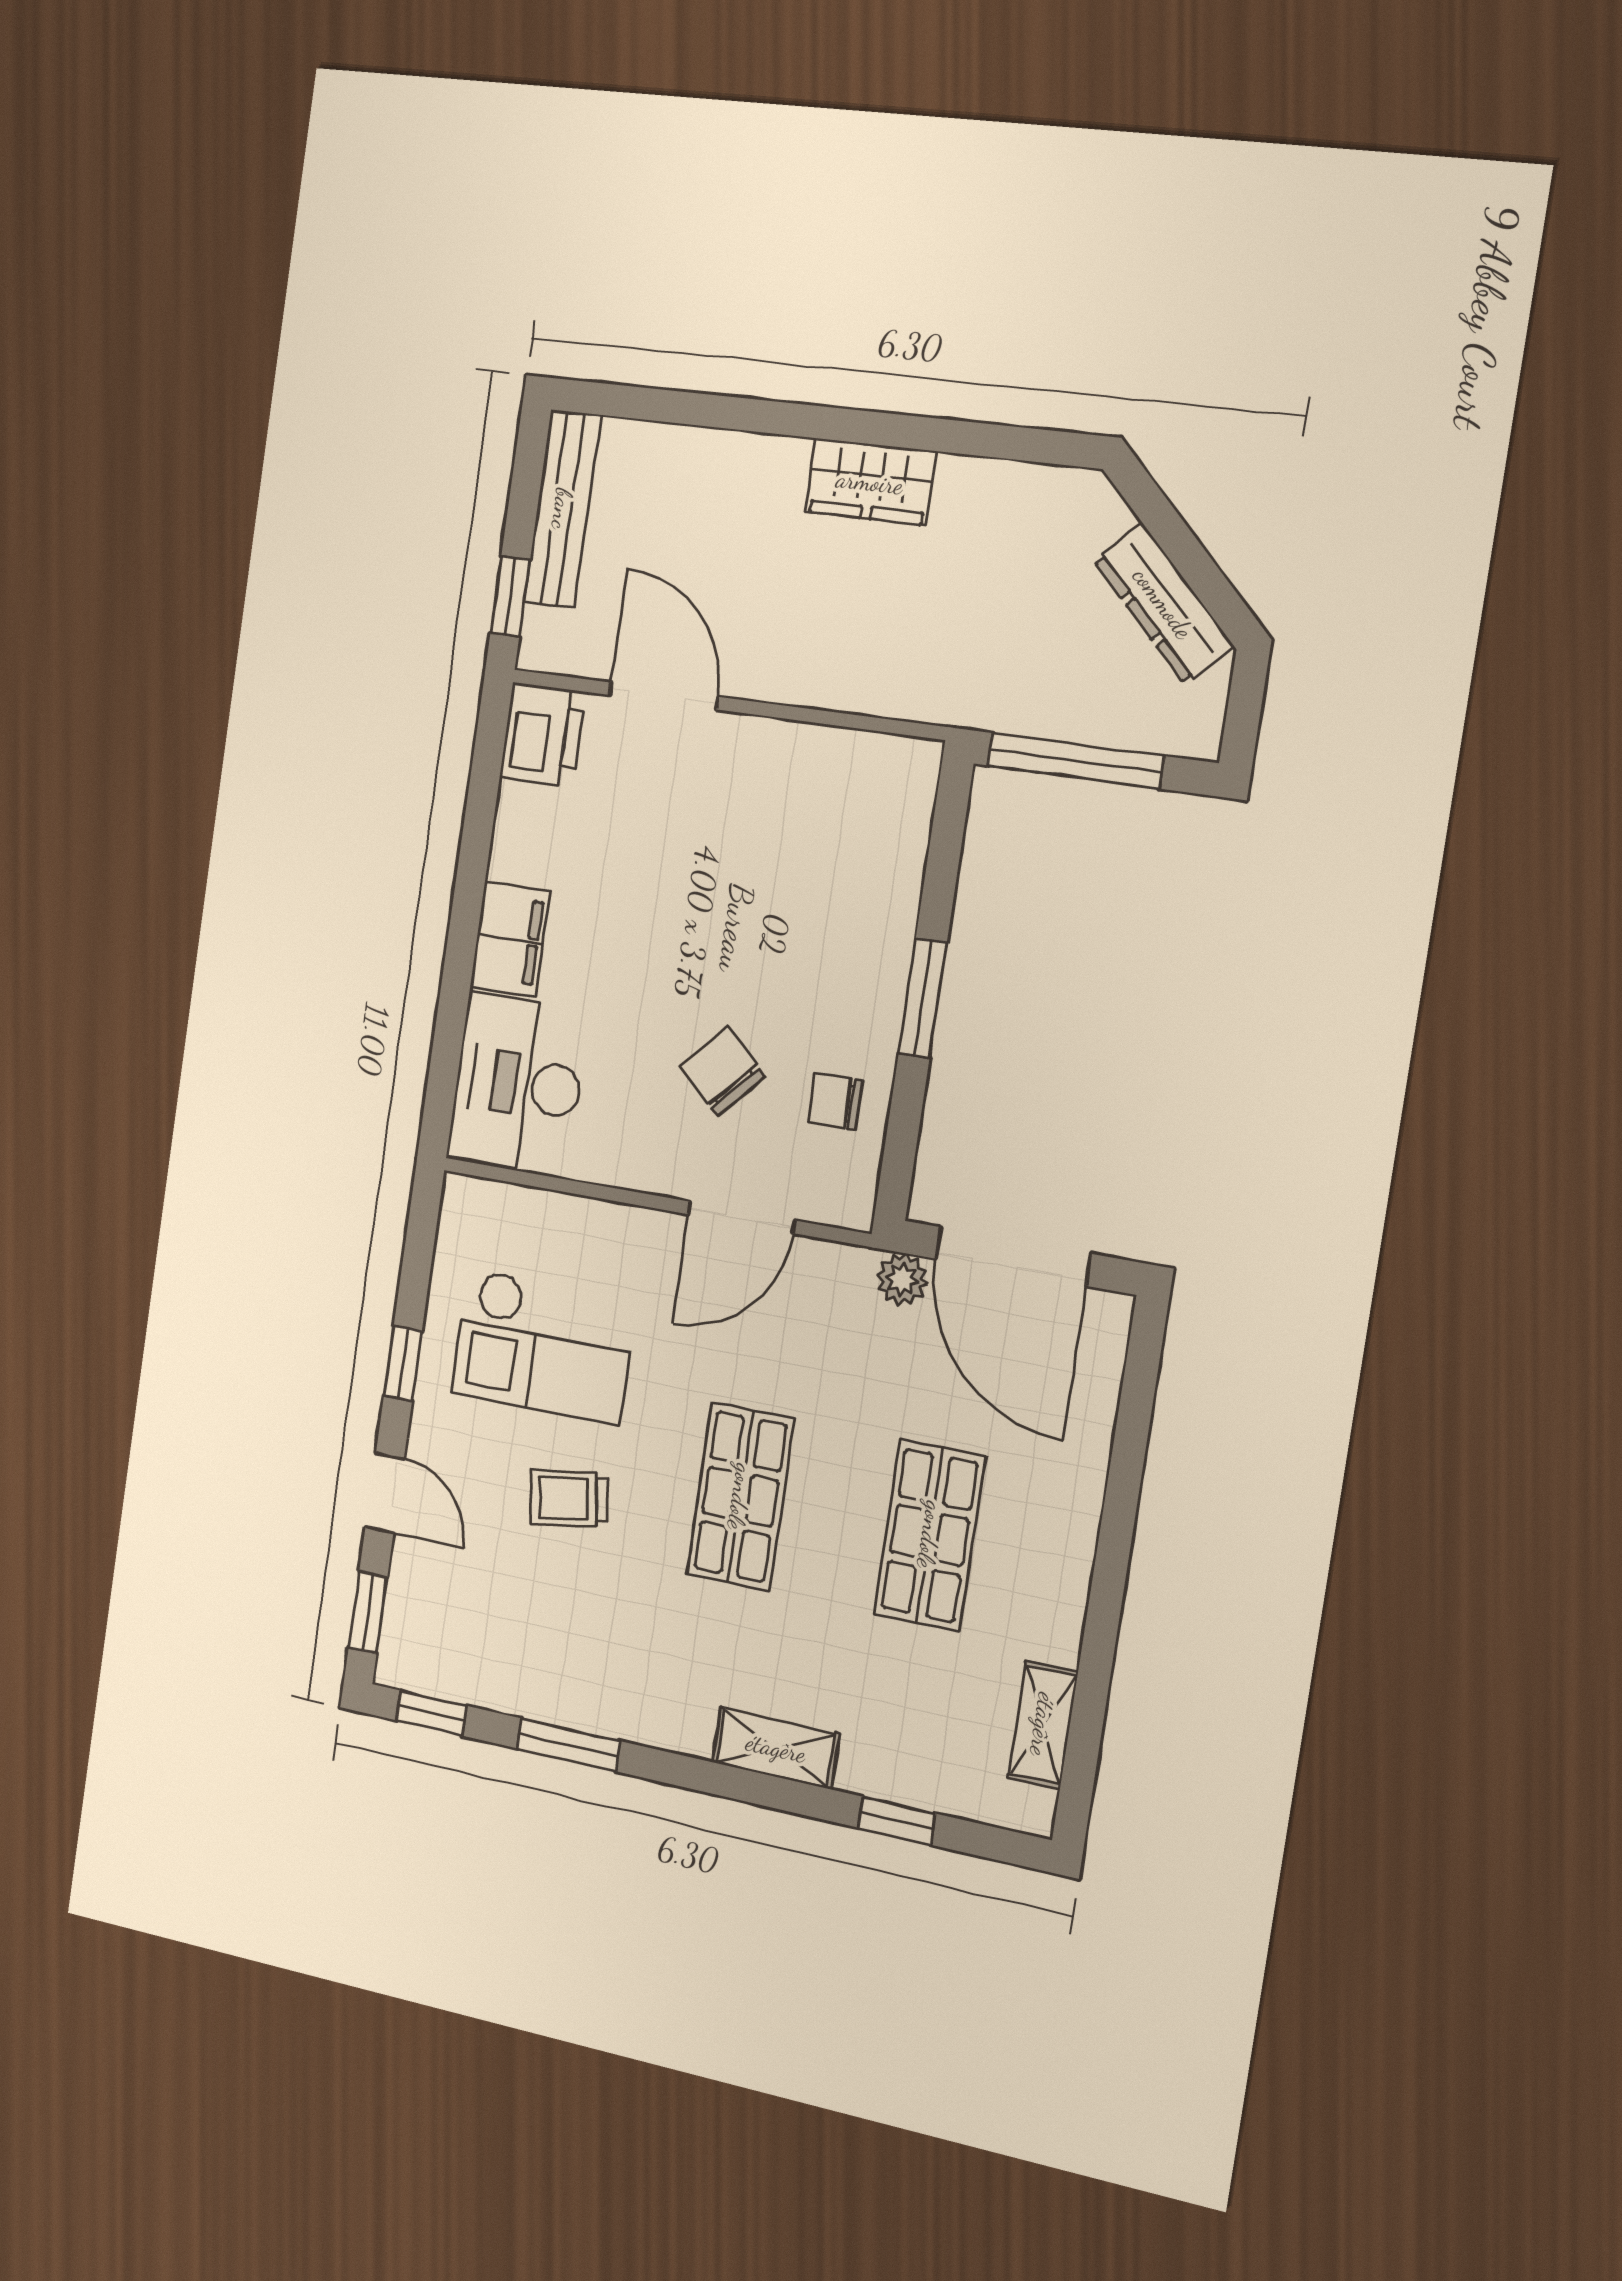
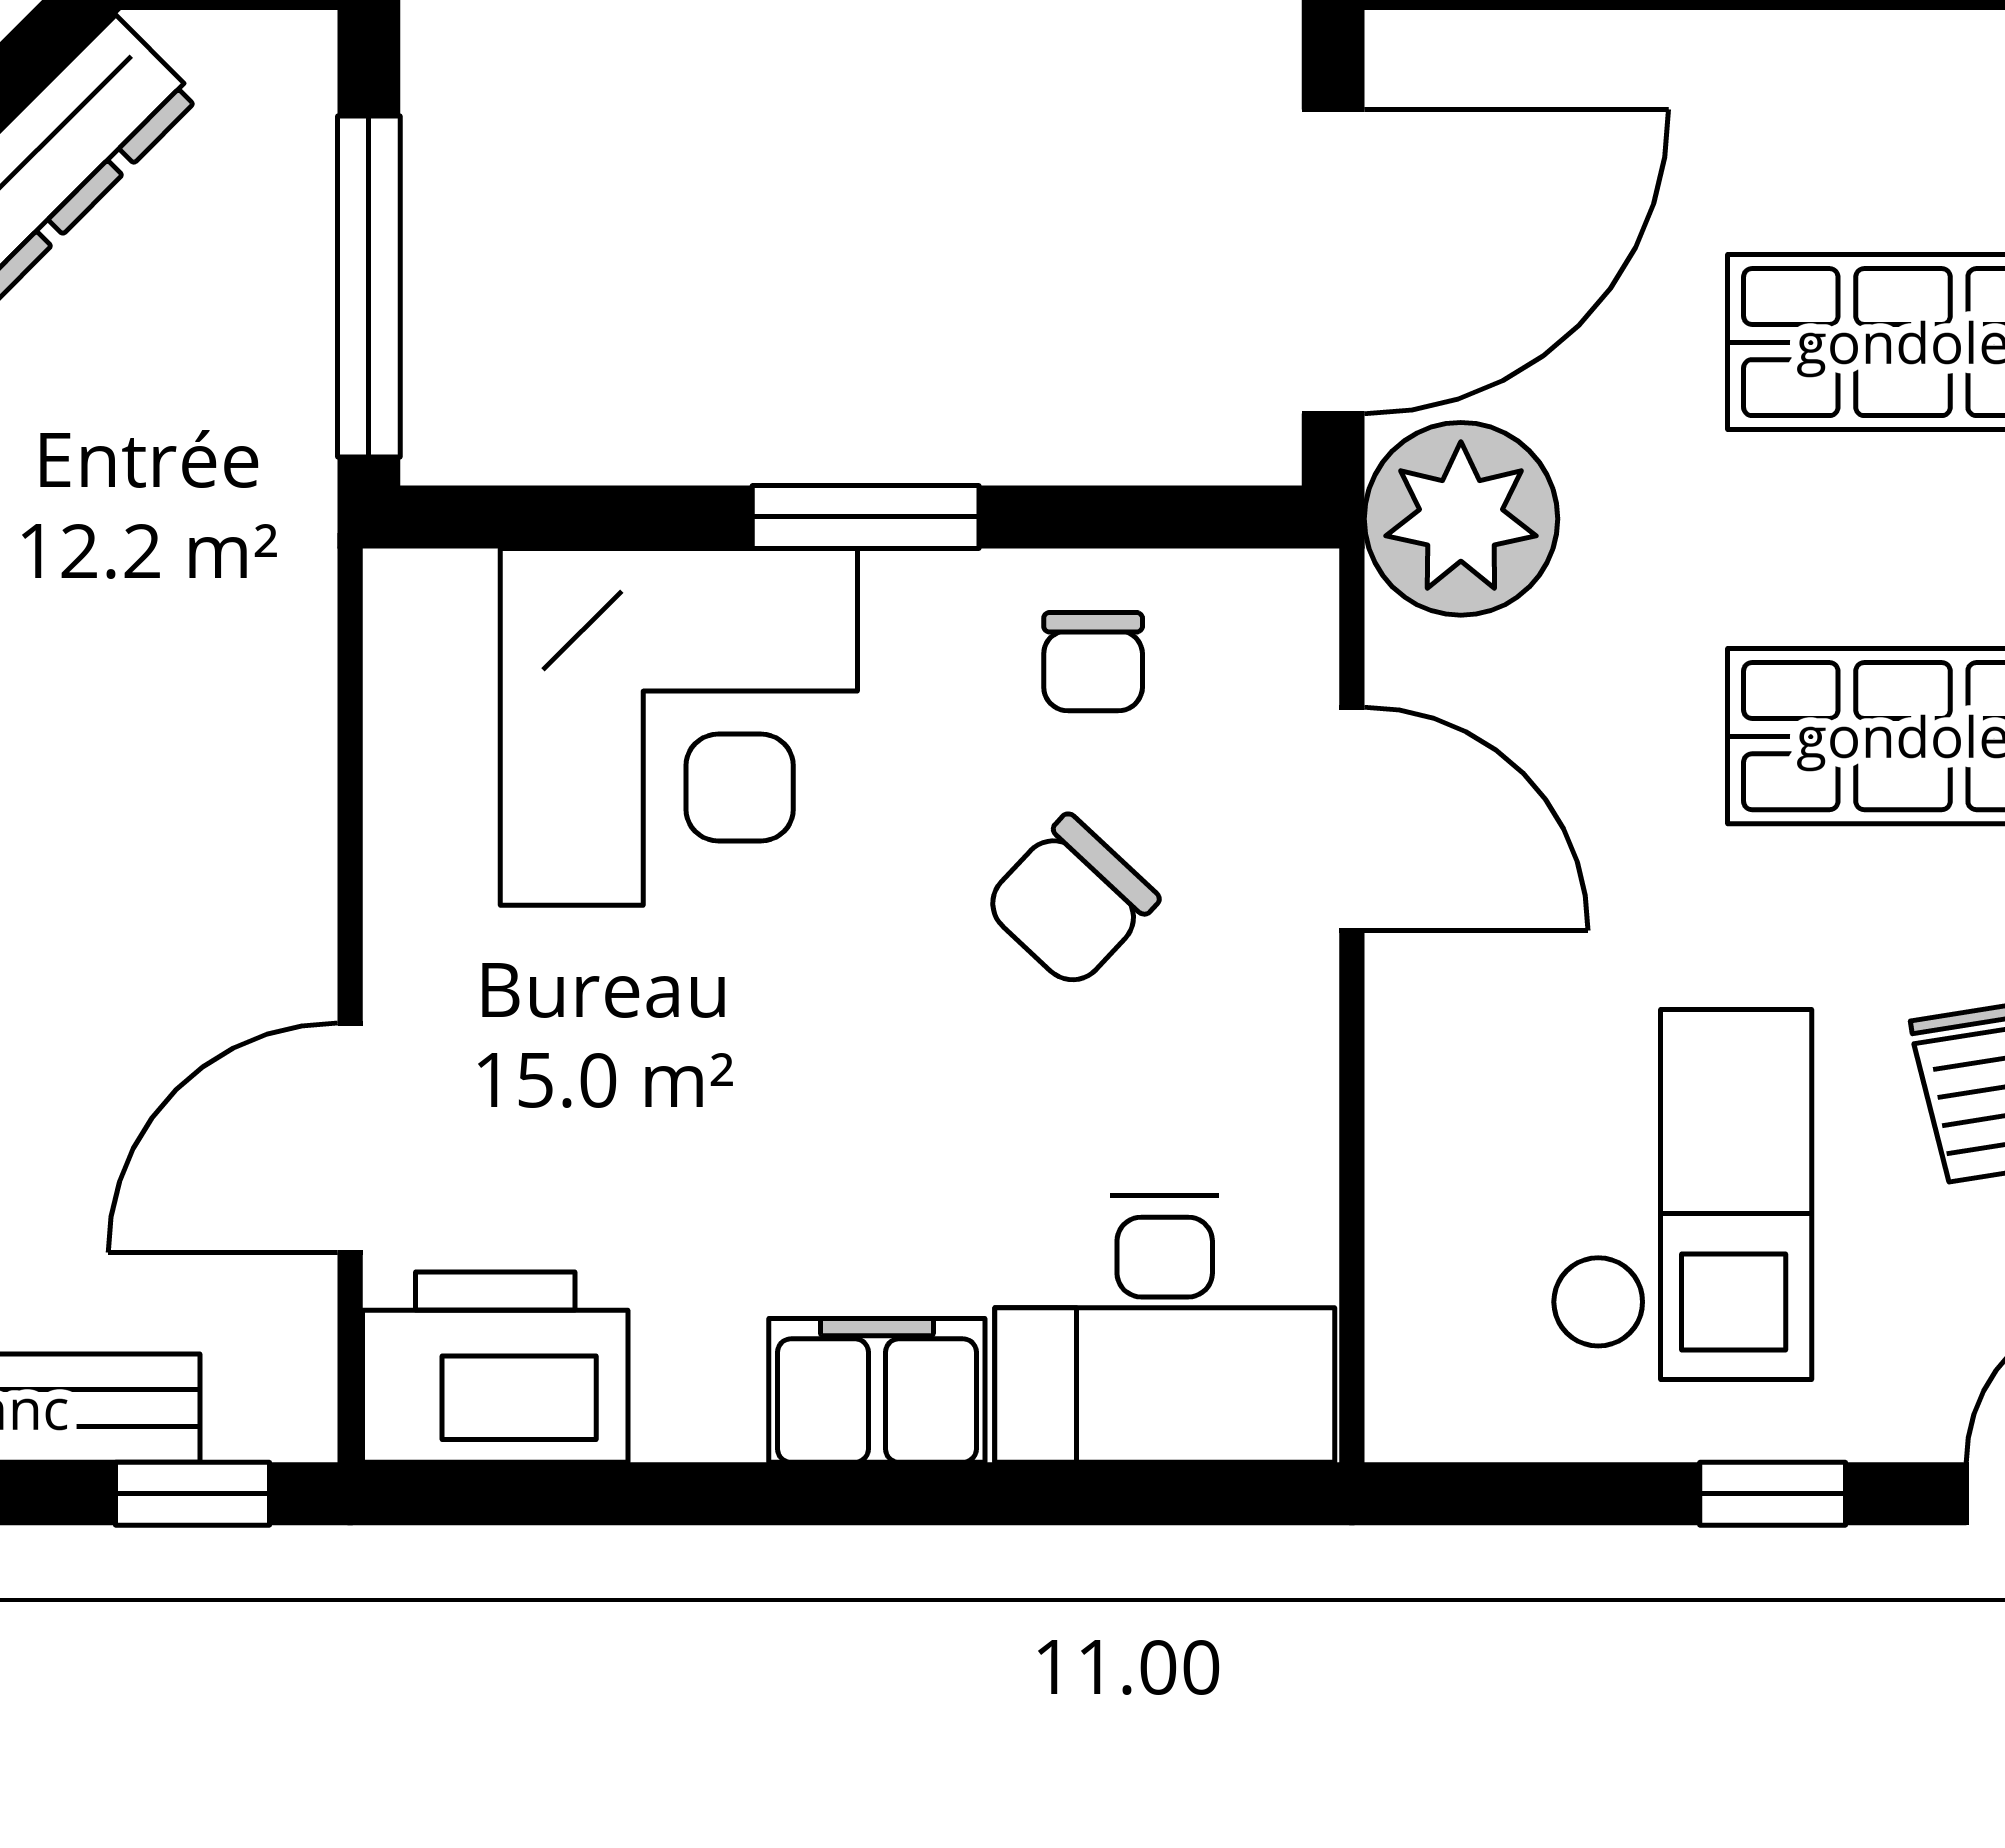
printer: (542, 735) -> (495, 1367), width x1.37, depth x1.19
corner desk: (835, 888) -> (679, 727), added
plant: (902, 1279) -> (1461, 519), width x1.88, depth x1.88

